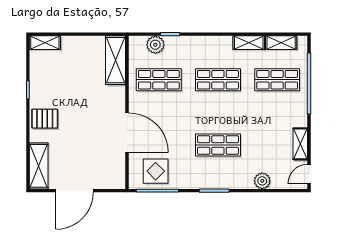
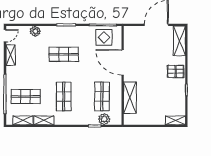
shelving: (116, 60) -> (130, 98), moved
shop shelf: (159, 80) -> (102, 96), turned 90
shop shelf: (218, 80) -> (64, 96), turned 90

